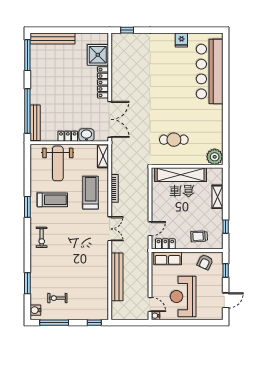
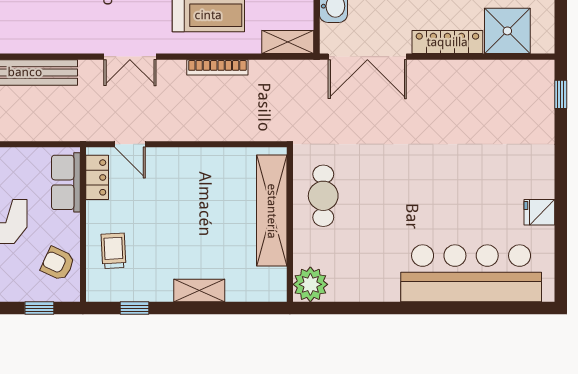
plant: (215, 157) -> (310, 284), moved
wall: (187, 166) -> (290, 225), moved
shelving: (181, 175) -> (272, 211), moved

